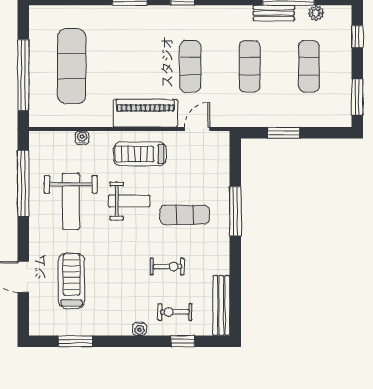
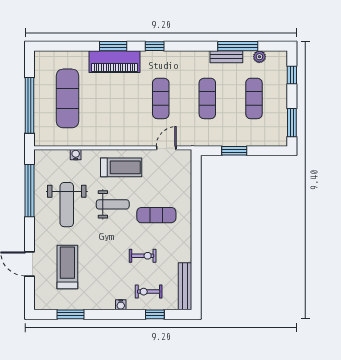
piano: (145, 113) -> (114, 62), moved, turned 180
treadmill: (140, 154) -> (121, 167), turned 180
window: (235, 211) -> (196, 212), removed

